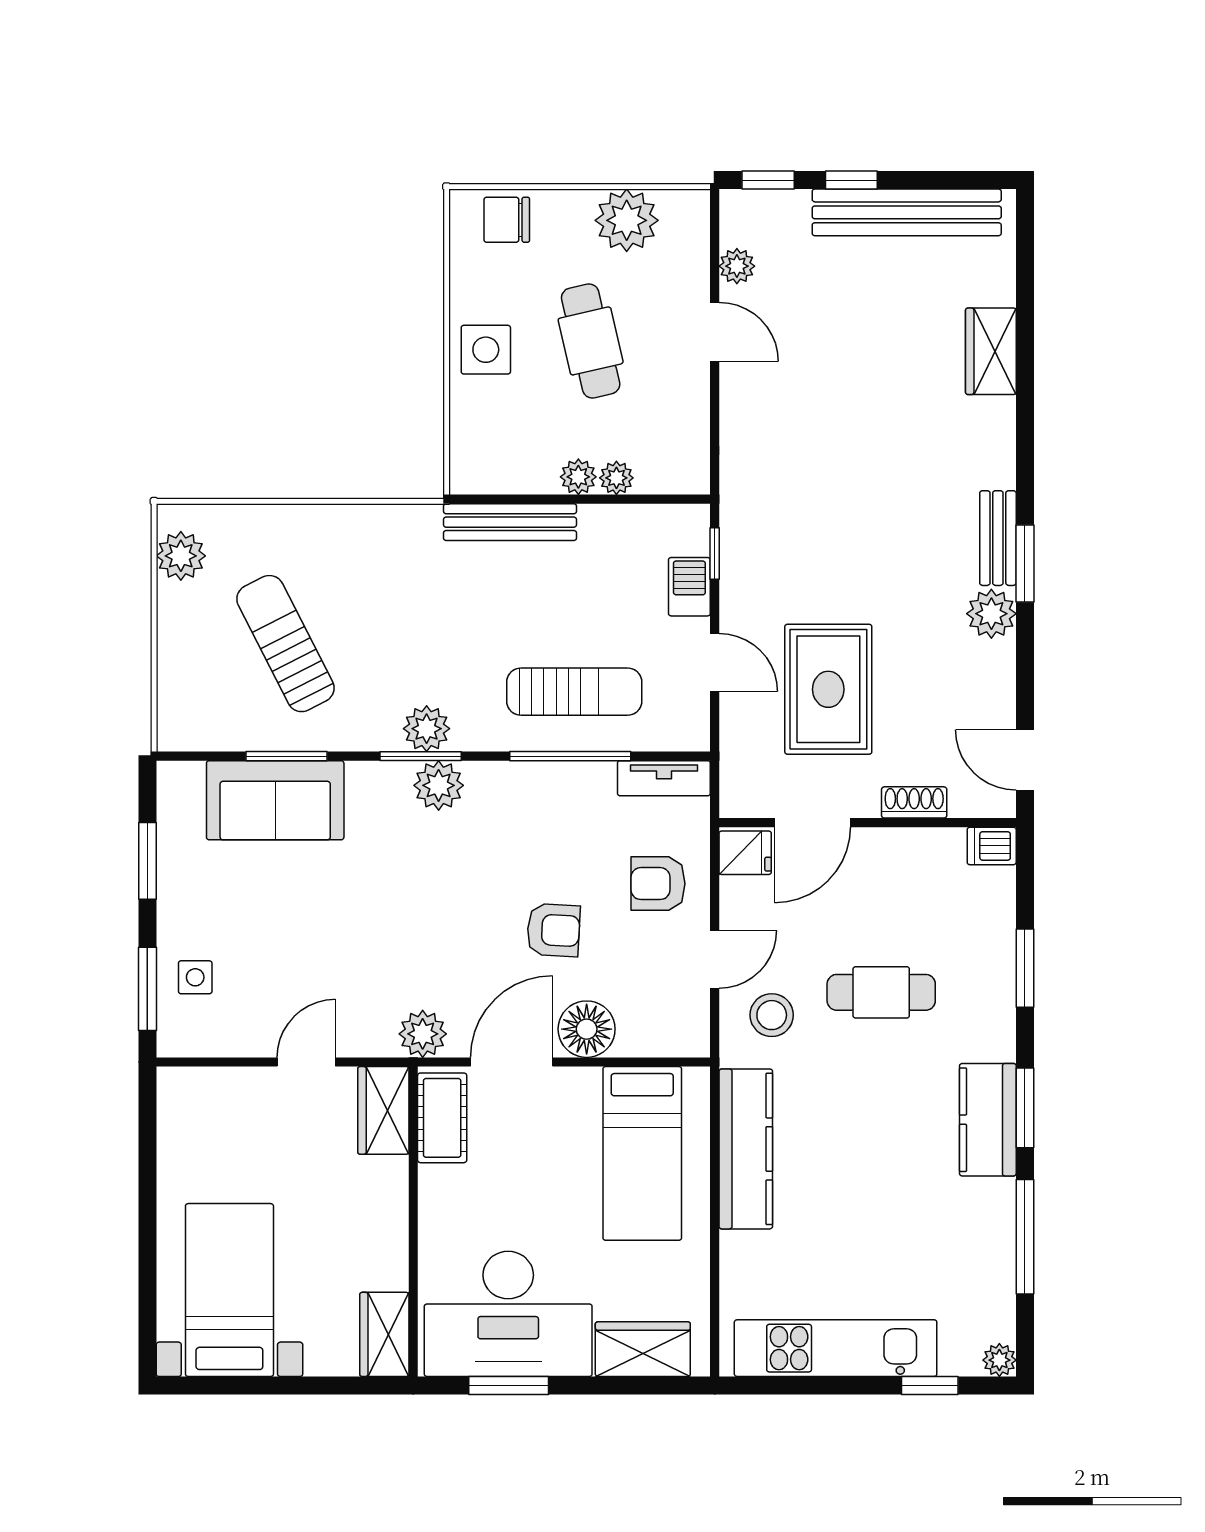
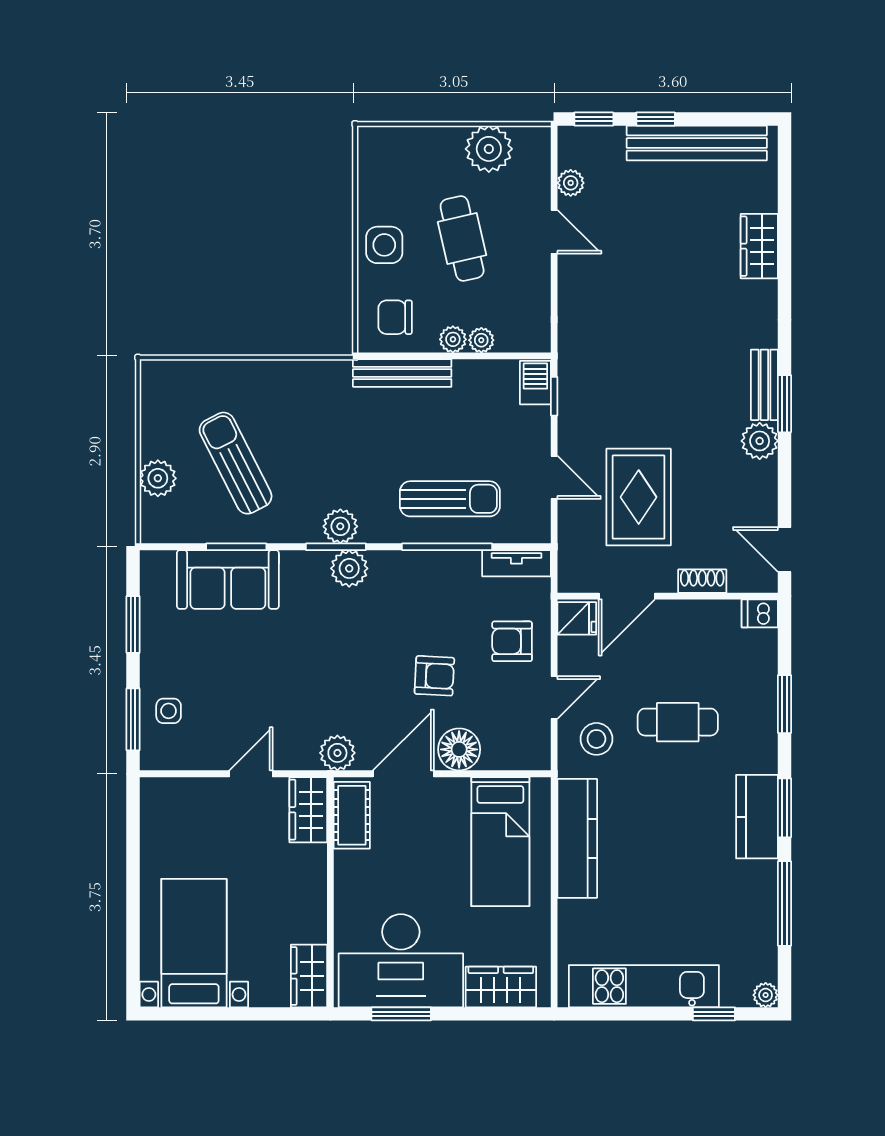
chair: (507, 220) -> (395, 317), moved
plant: (181, 556) -> (158, 478), moved
barbecue: (689, 587) -> (535, 383), moved

